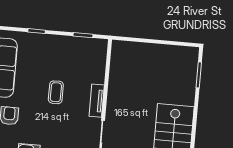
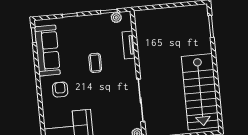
plant: (90, 44) -> (116, 17), added
tv unit: (97, 101) -> (129, 45), moved

